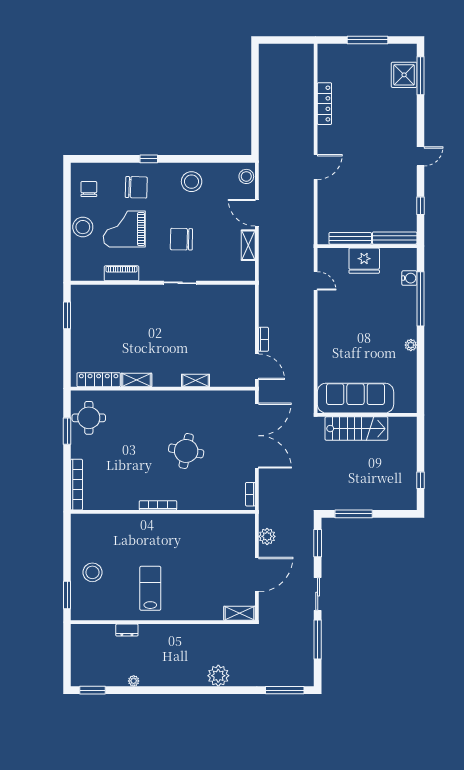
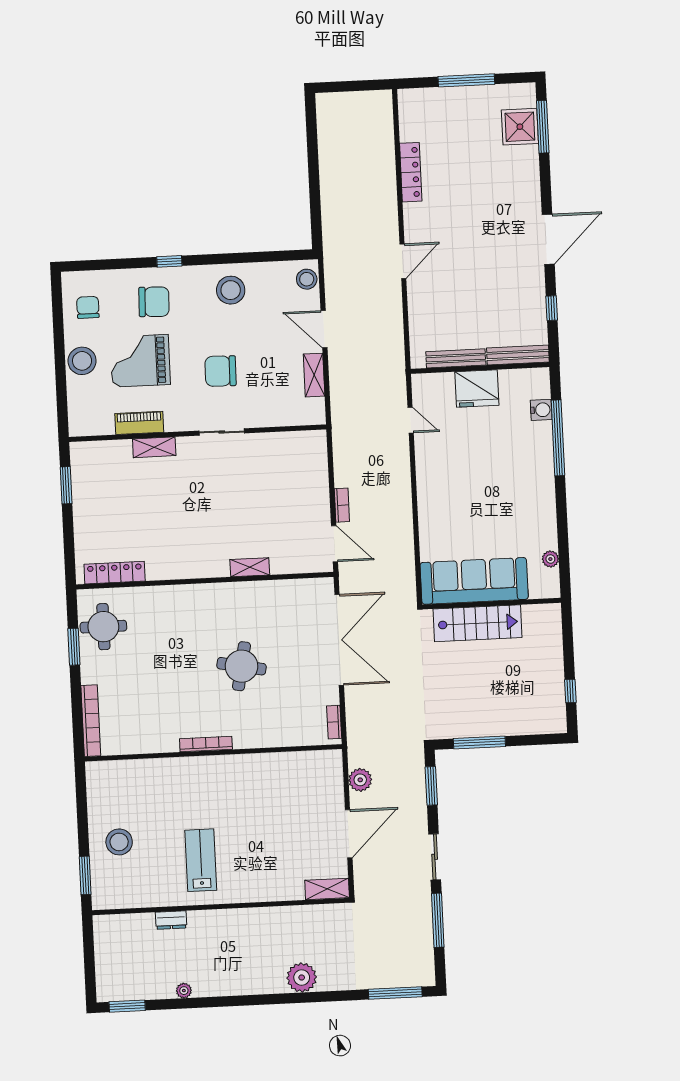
door: (420, 156) -> (548, 239), width x1.88
plant: (411, 345) -> (550, 559), moved
shelving: (136, 380) -> (154, 447), moved

